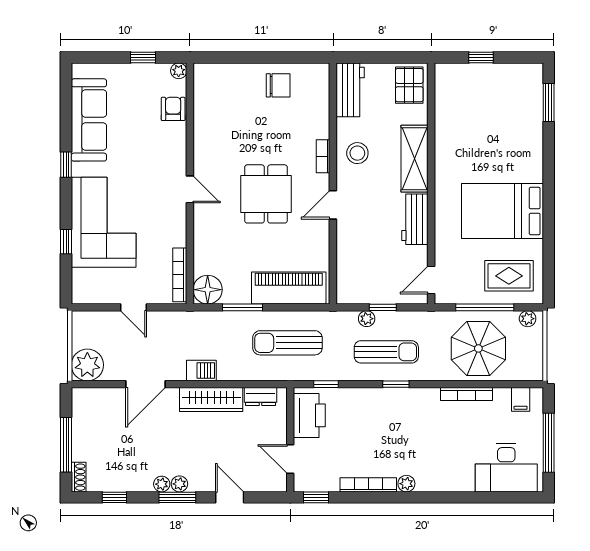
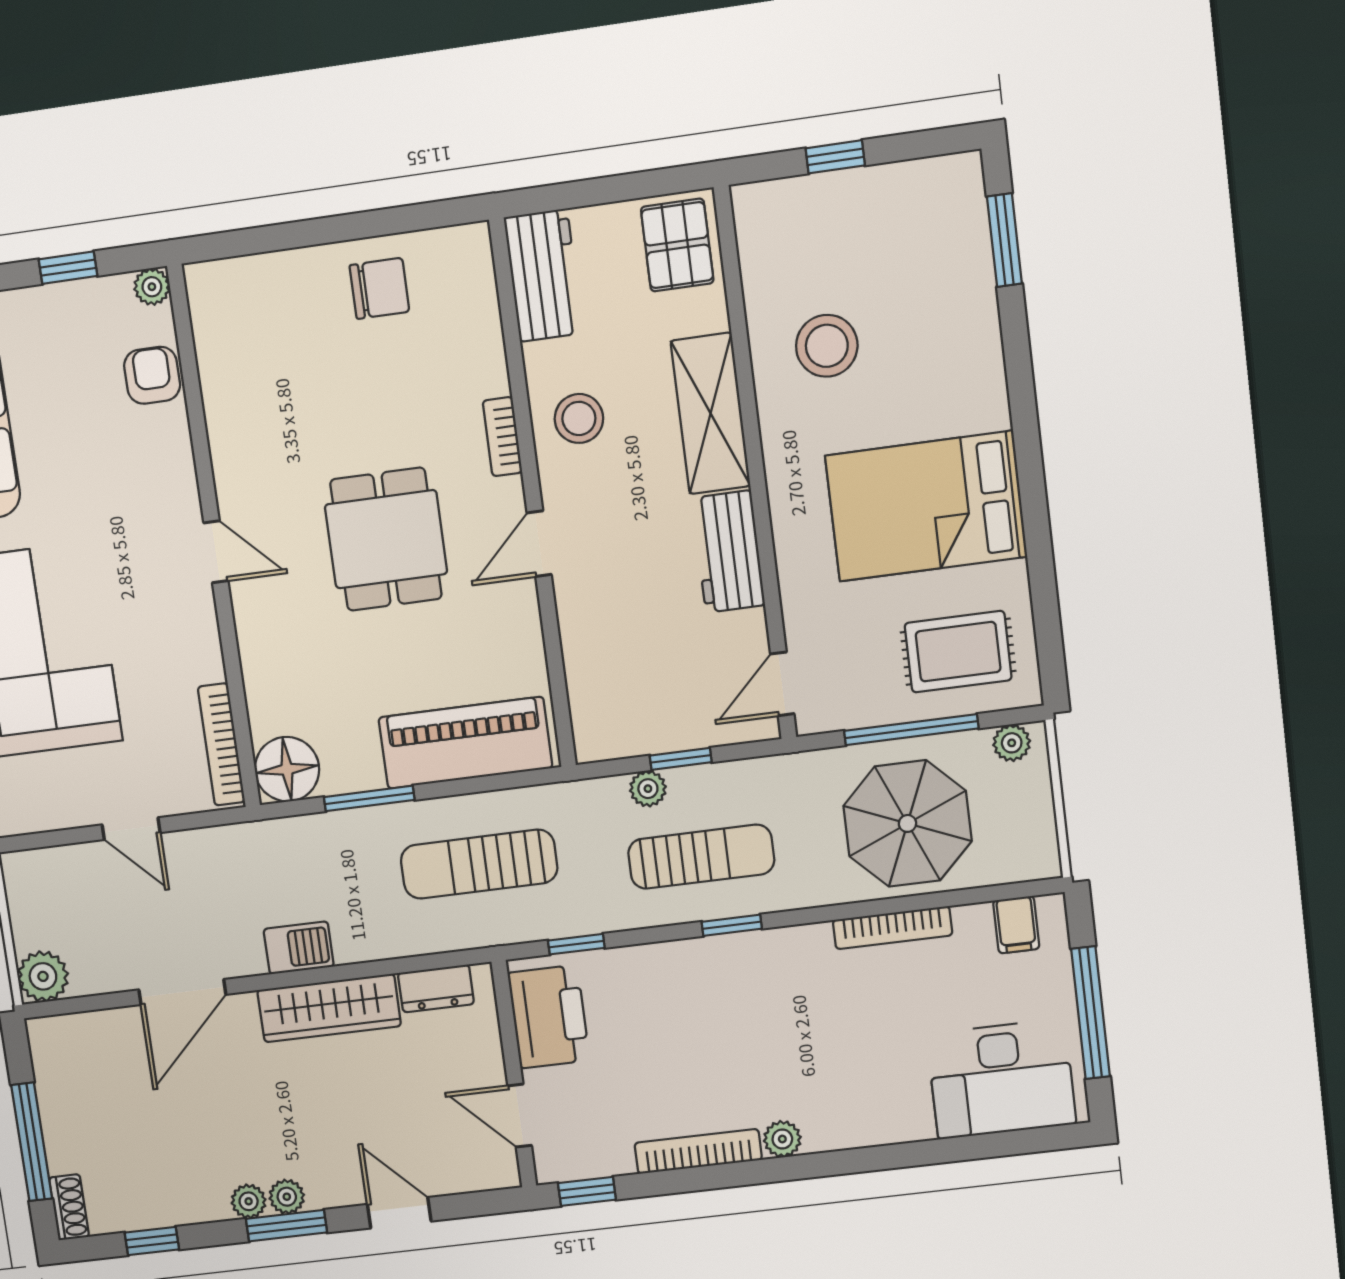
stool: (468, 137) -> (827, 346), added
plant: (87, 365) -> (43, 976), width x0.73, depth x0.73

